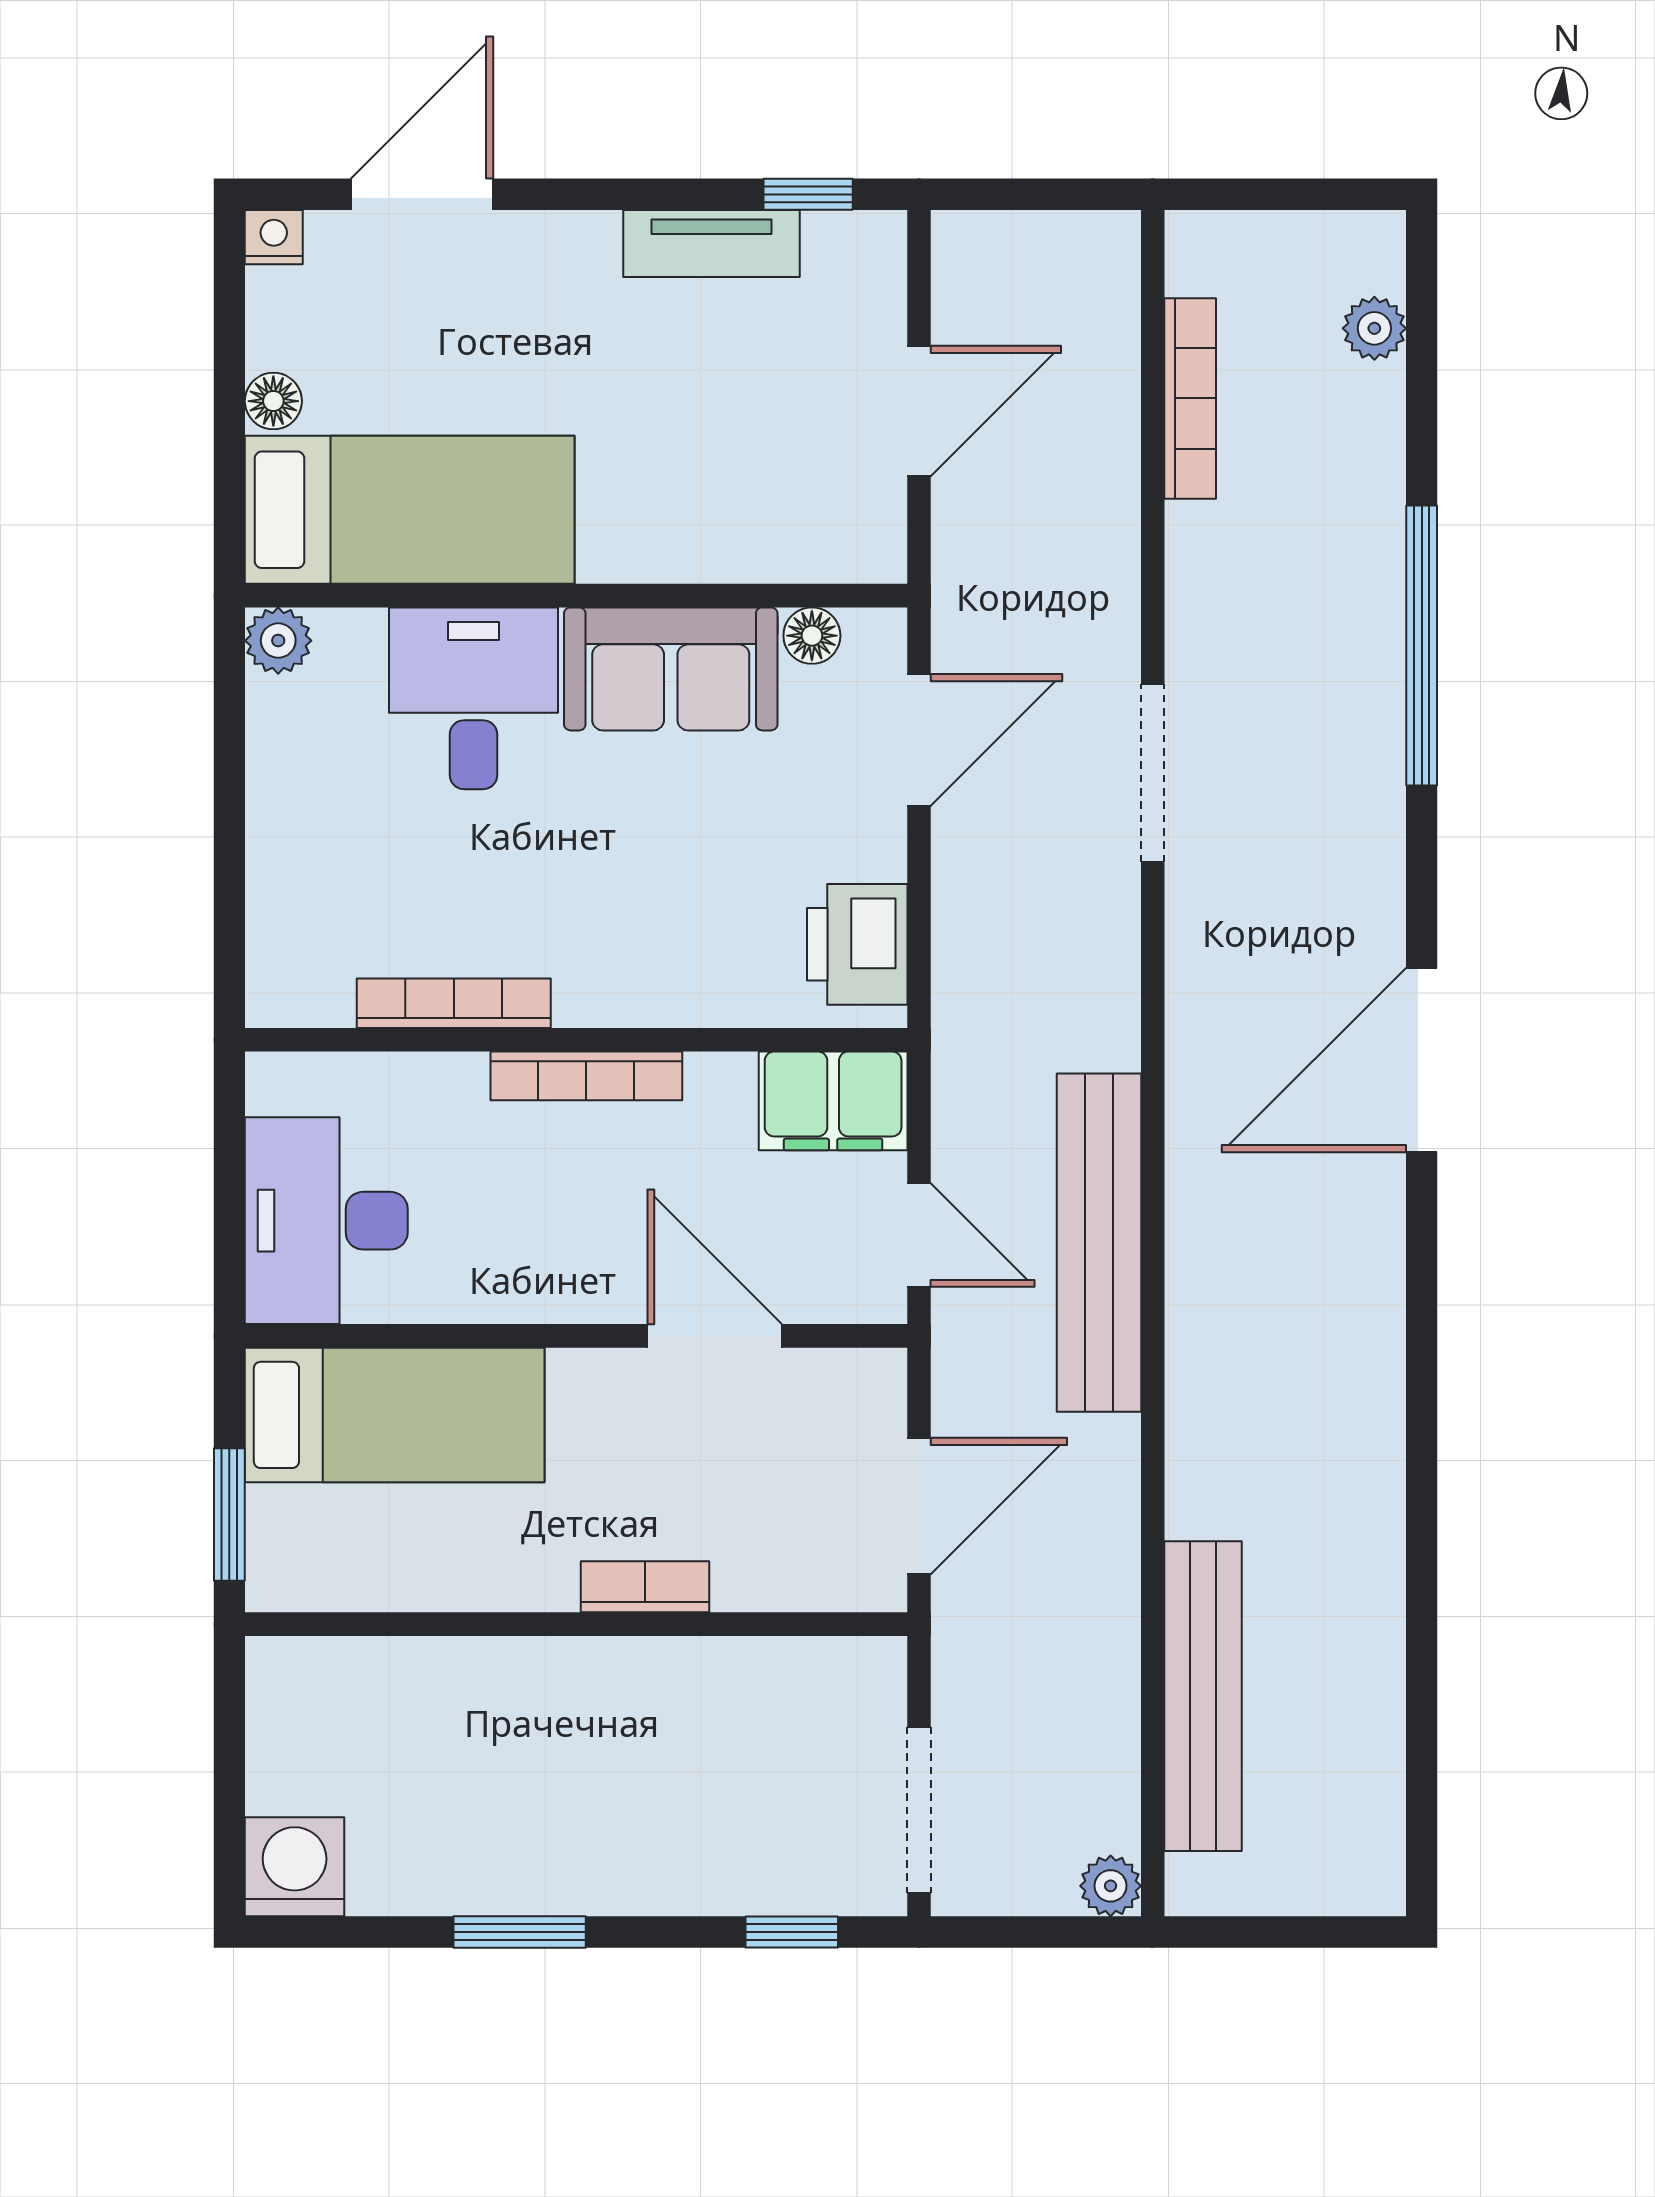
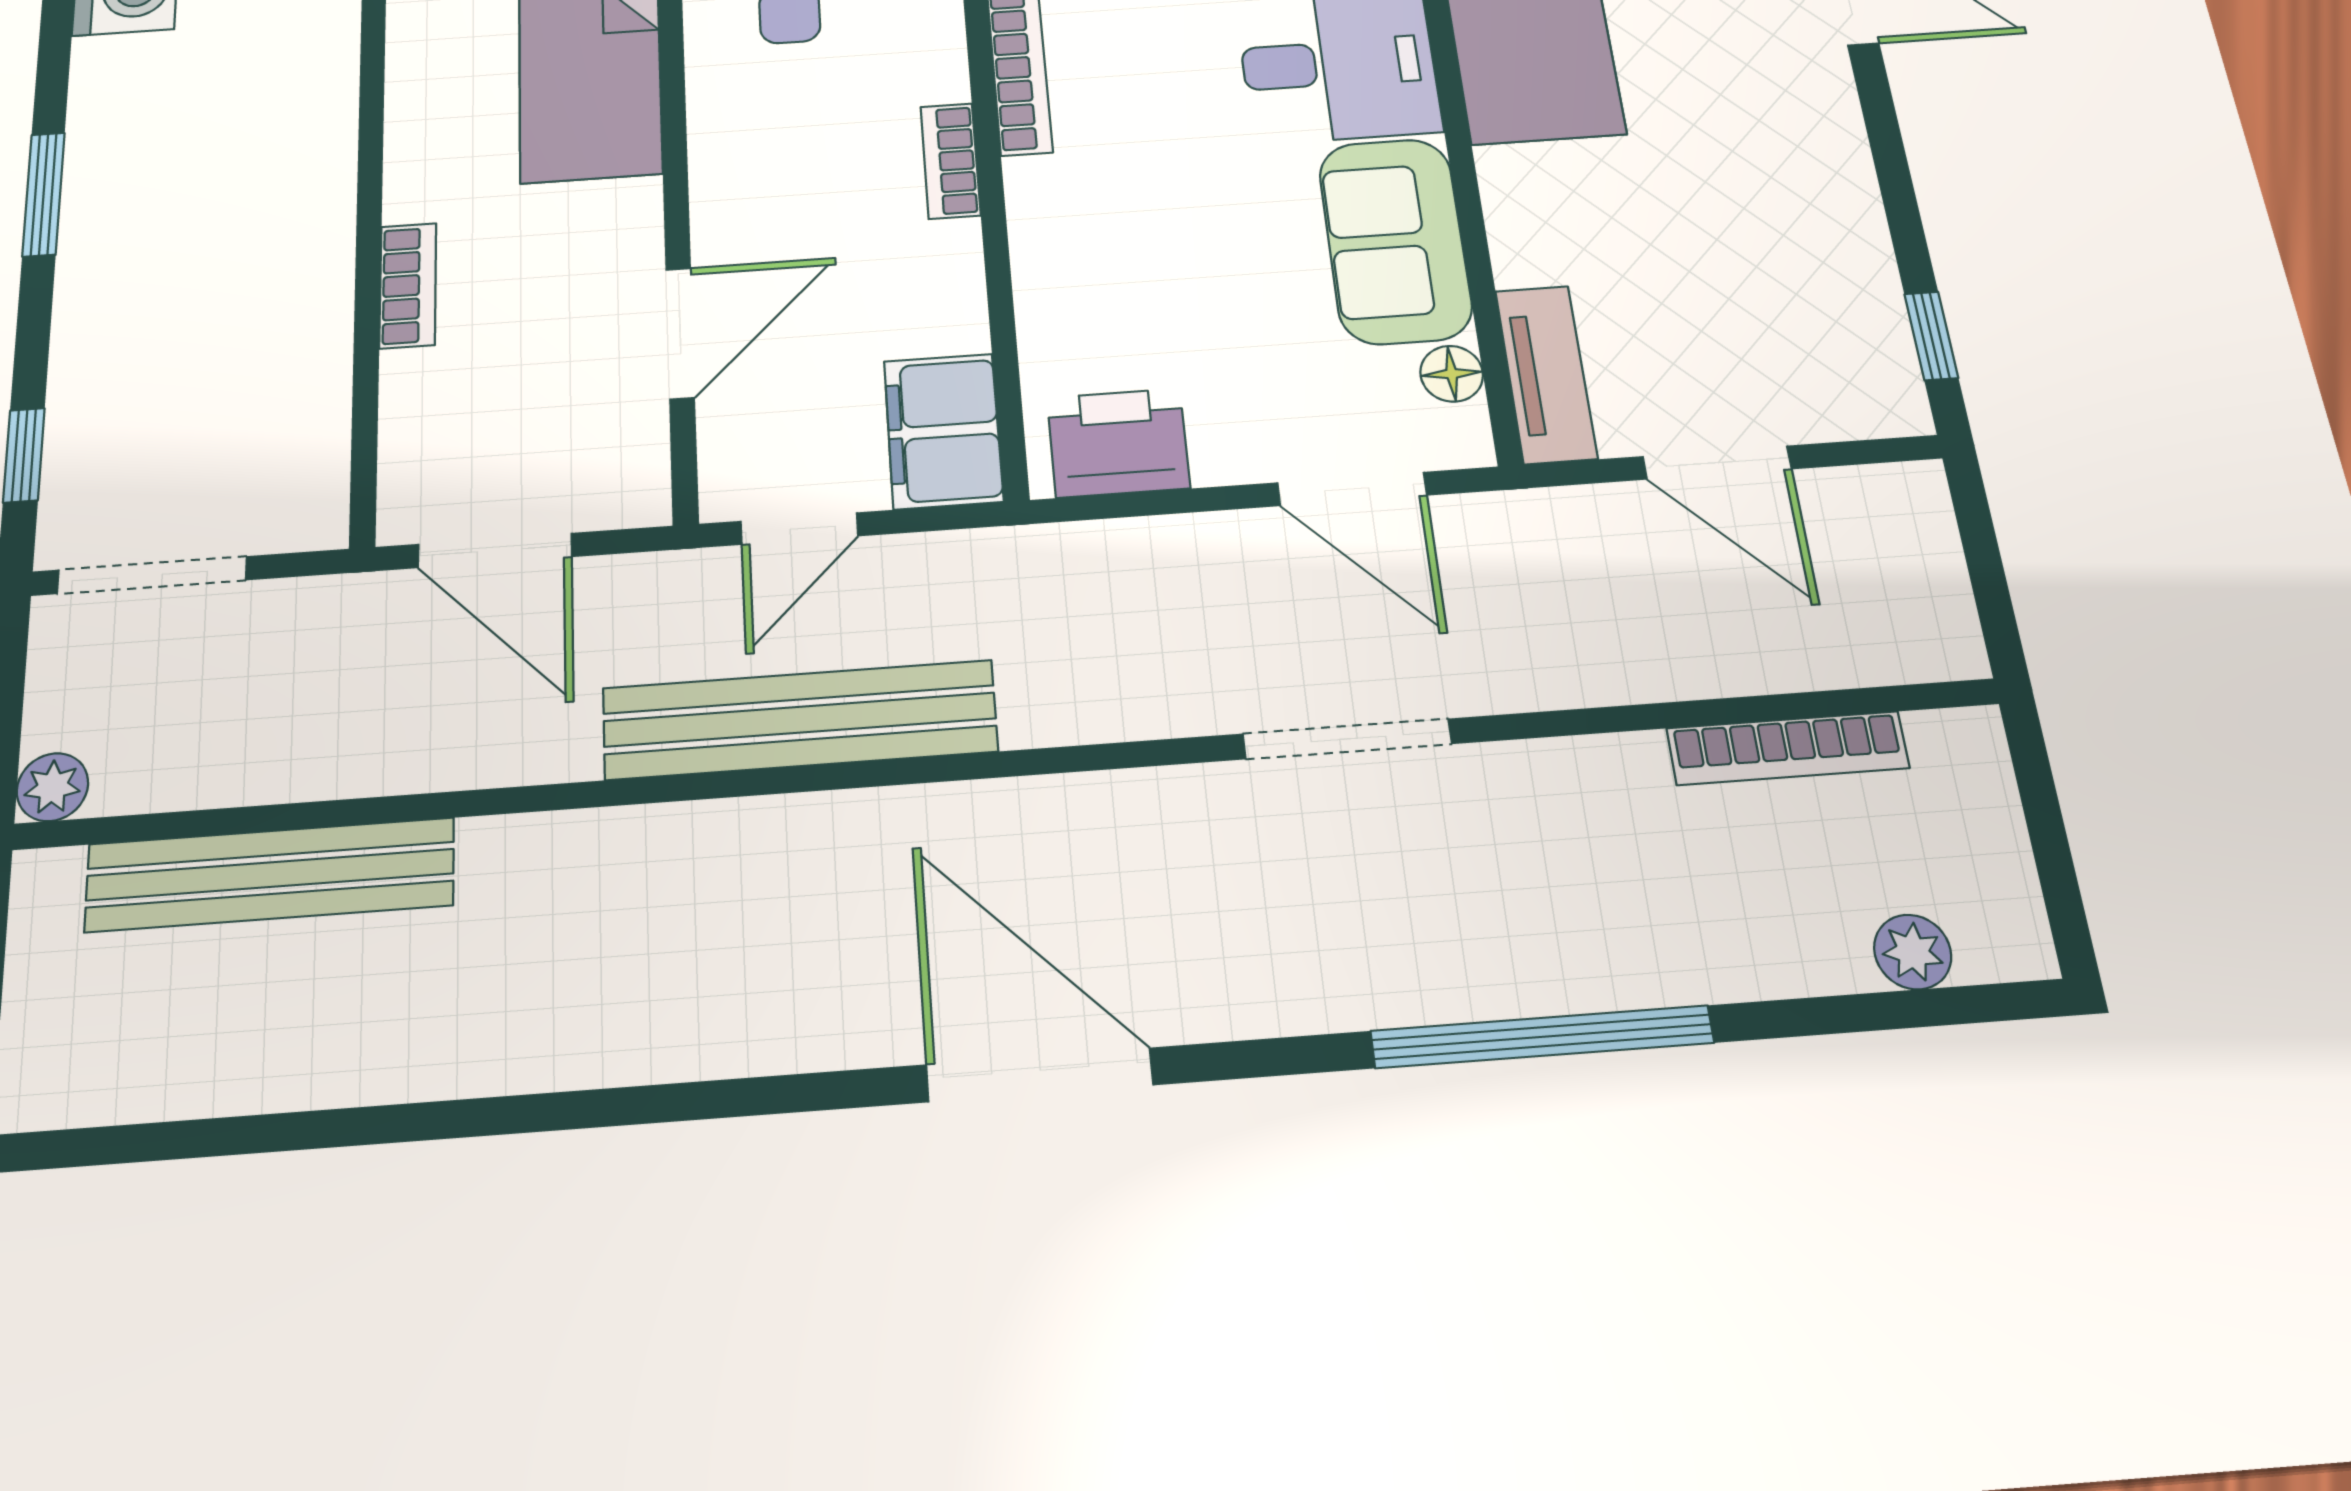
tv unit: (711, 243) -> (1546, 374), moved, turned 180
bookcase: (586, 1076) -> (950, 161), width x0.64

